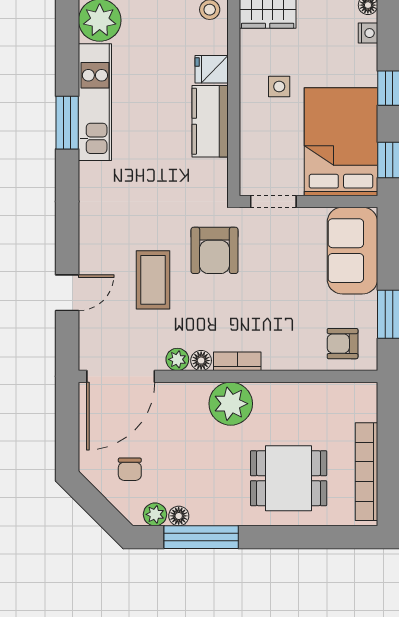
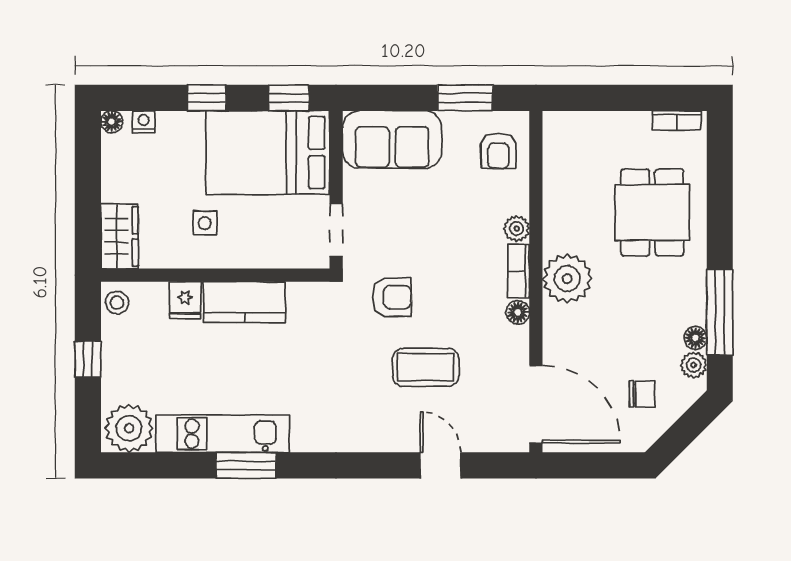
armchair: (214, 250) -> (392, 297), width x0.72, depth x0.72
plant: (177, 359) -> (517, 229), moved
bookcase: (366, 472) -> (677, 120), width x0.43, depth x0.76

